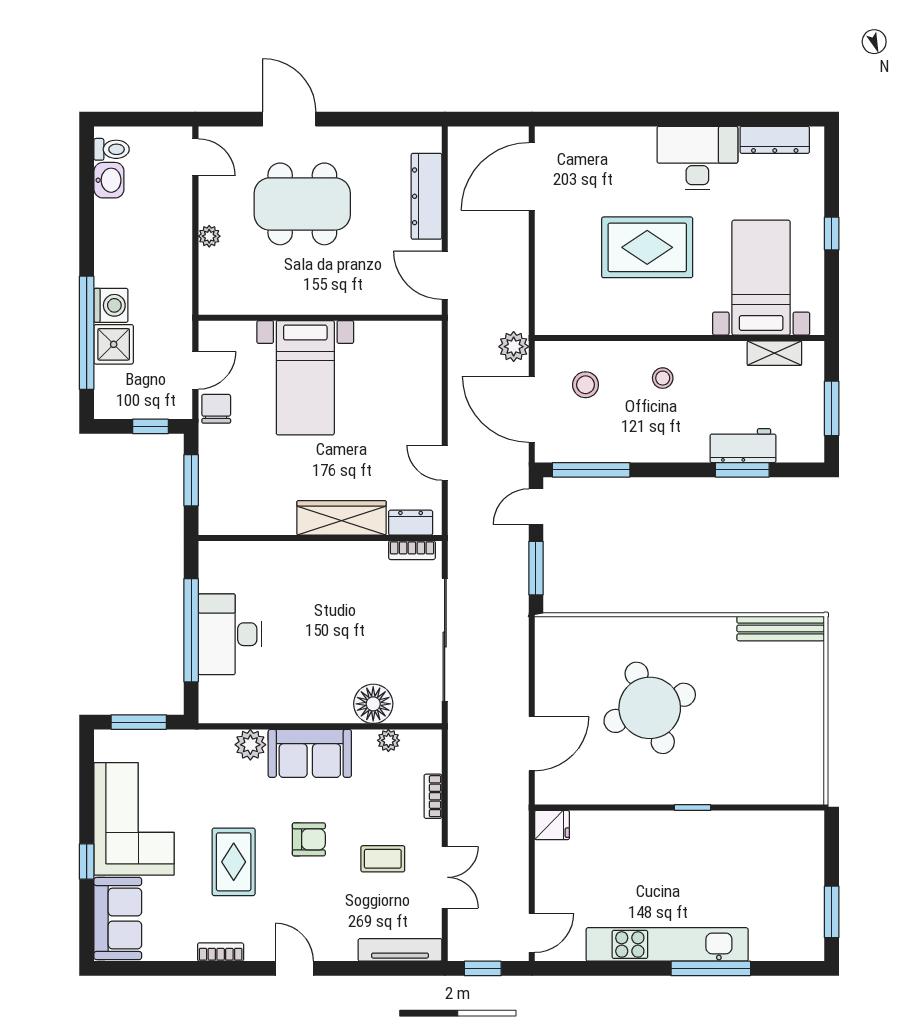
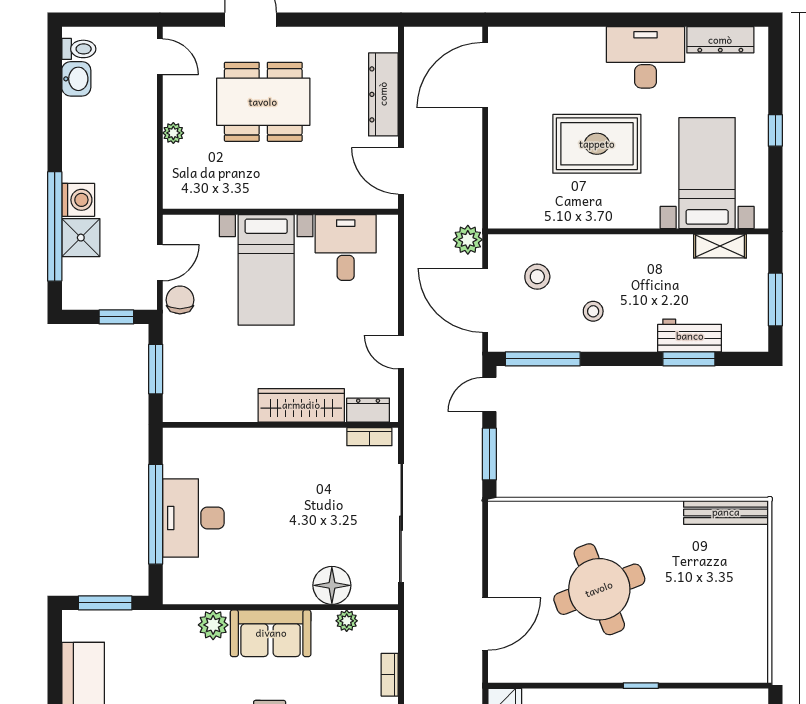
desk: (387, 355) -> (346, 248), added
stool: (663, 378) -> (593, 311), moved

